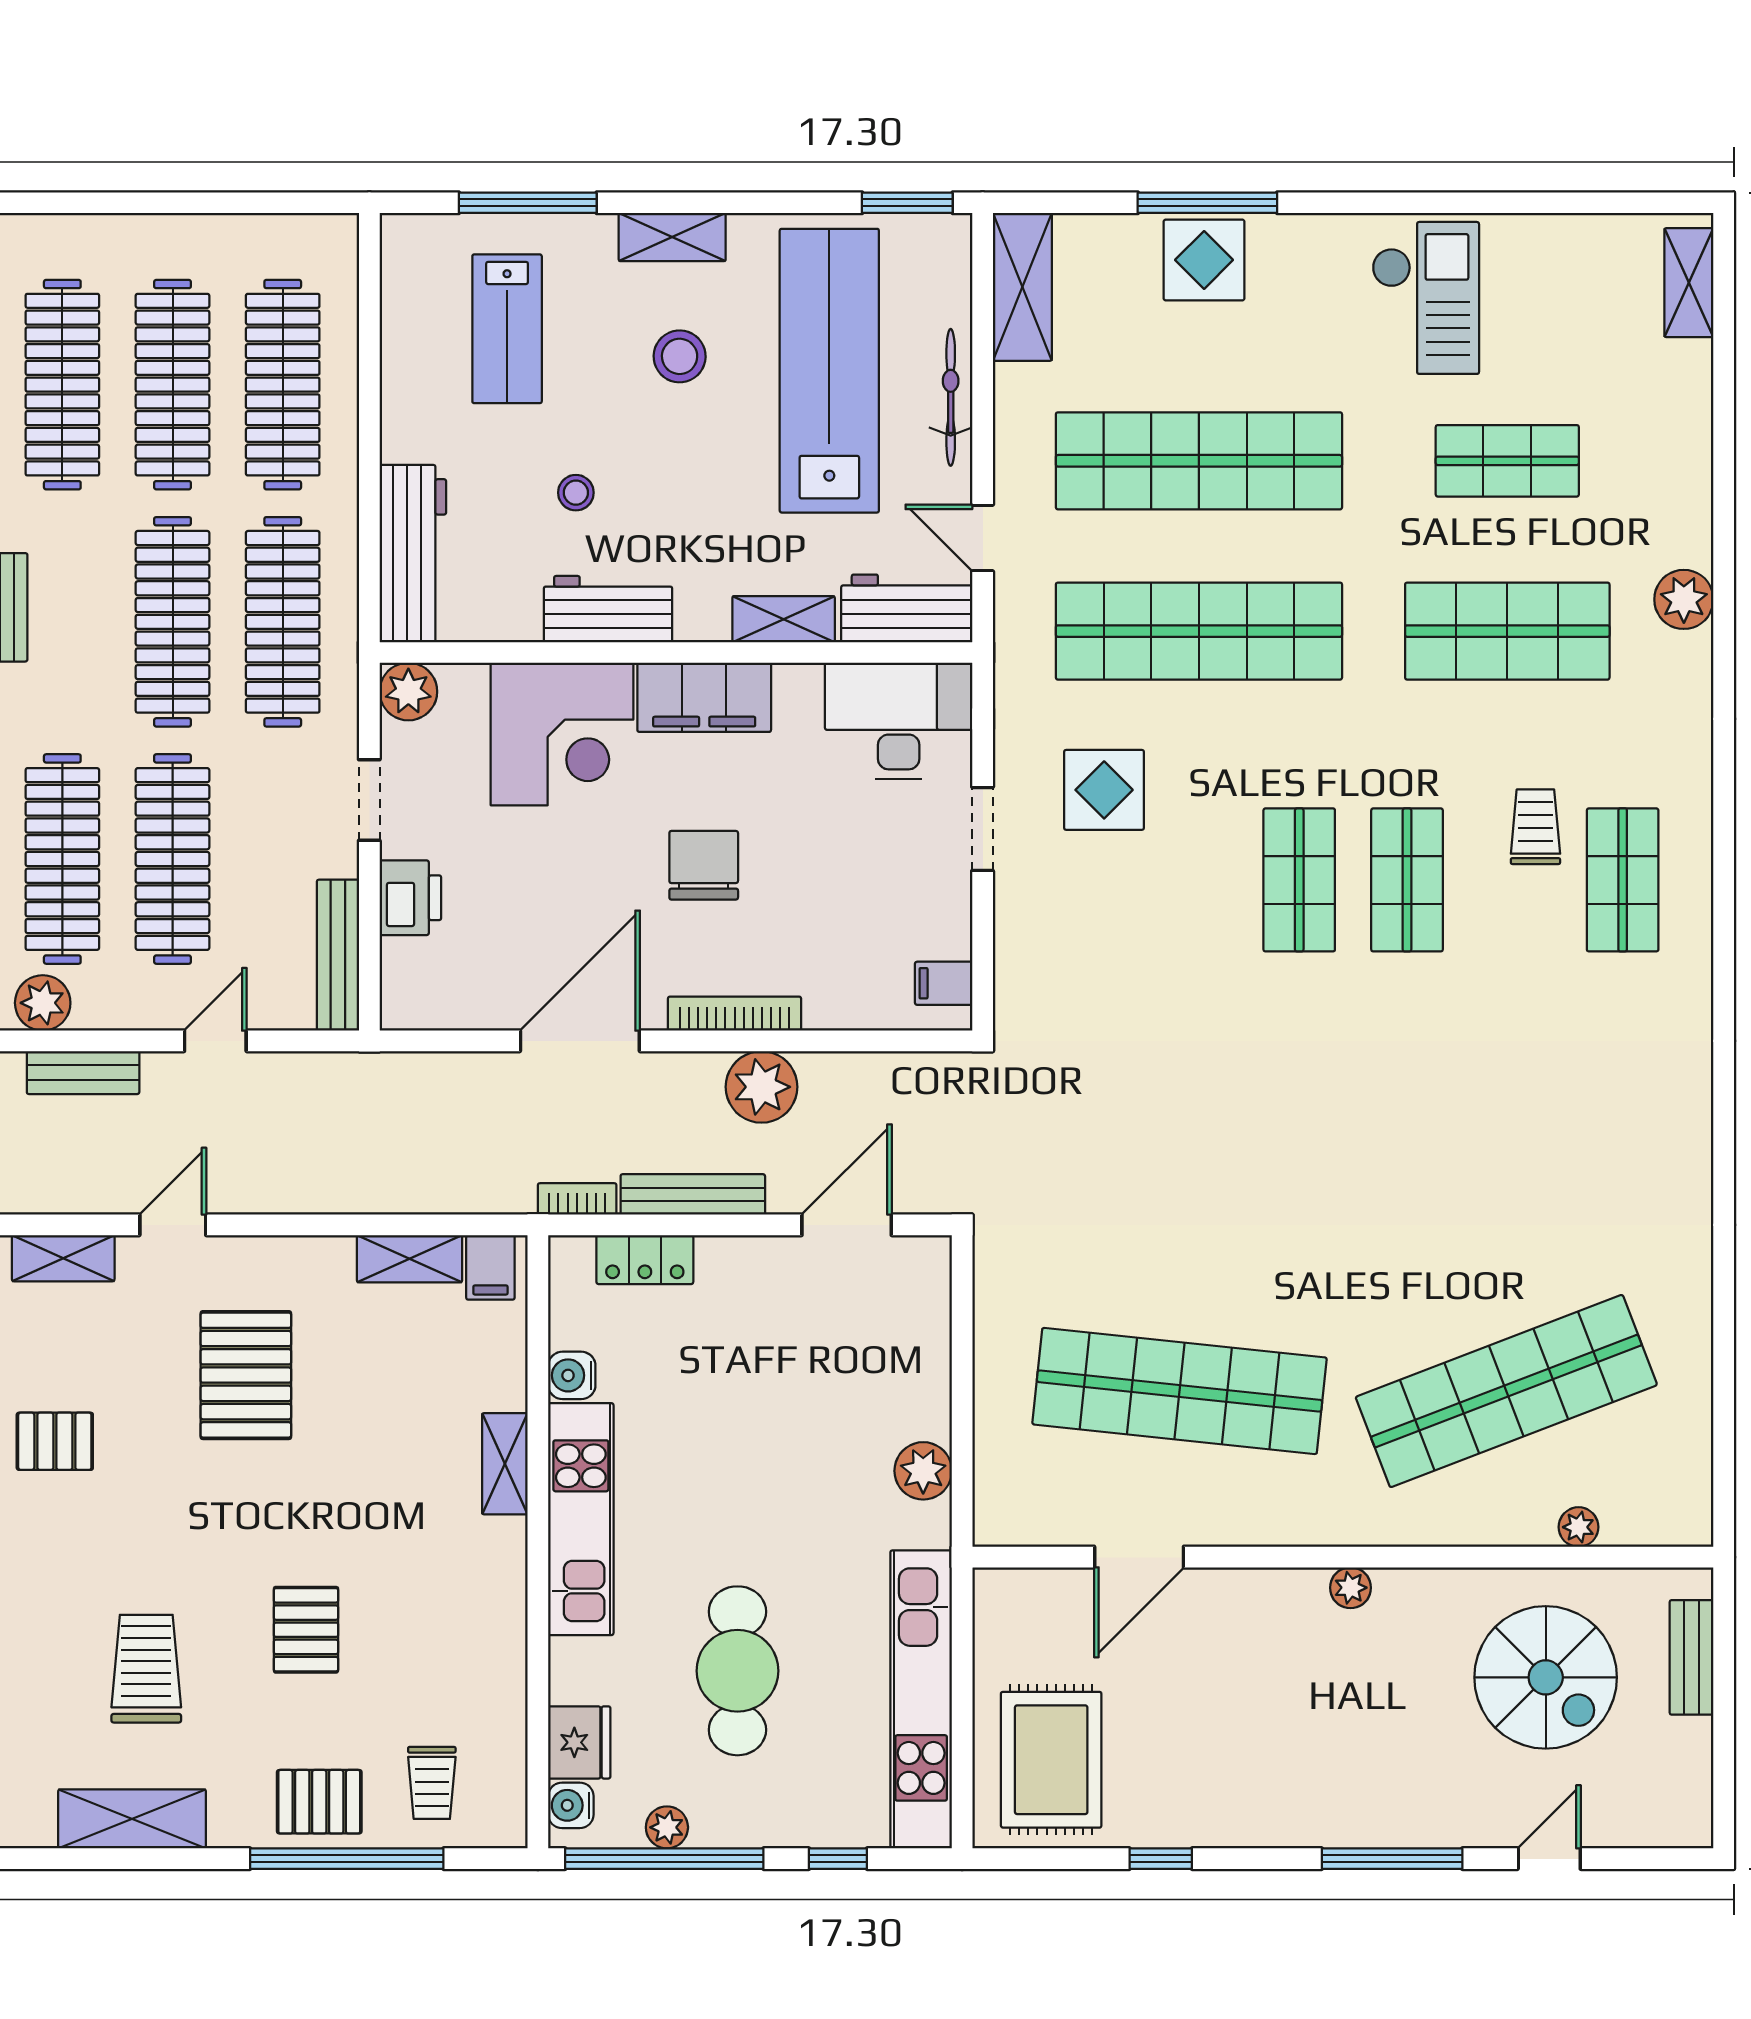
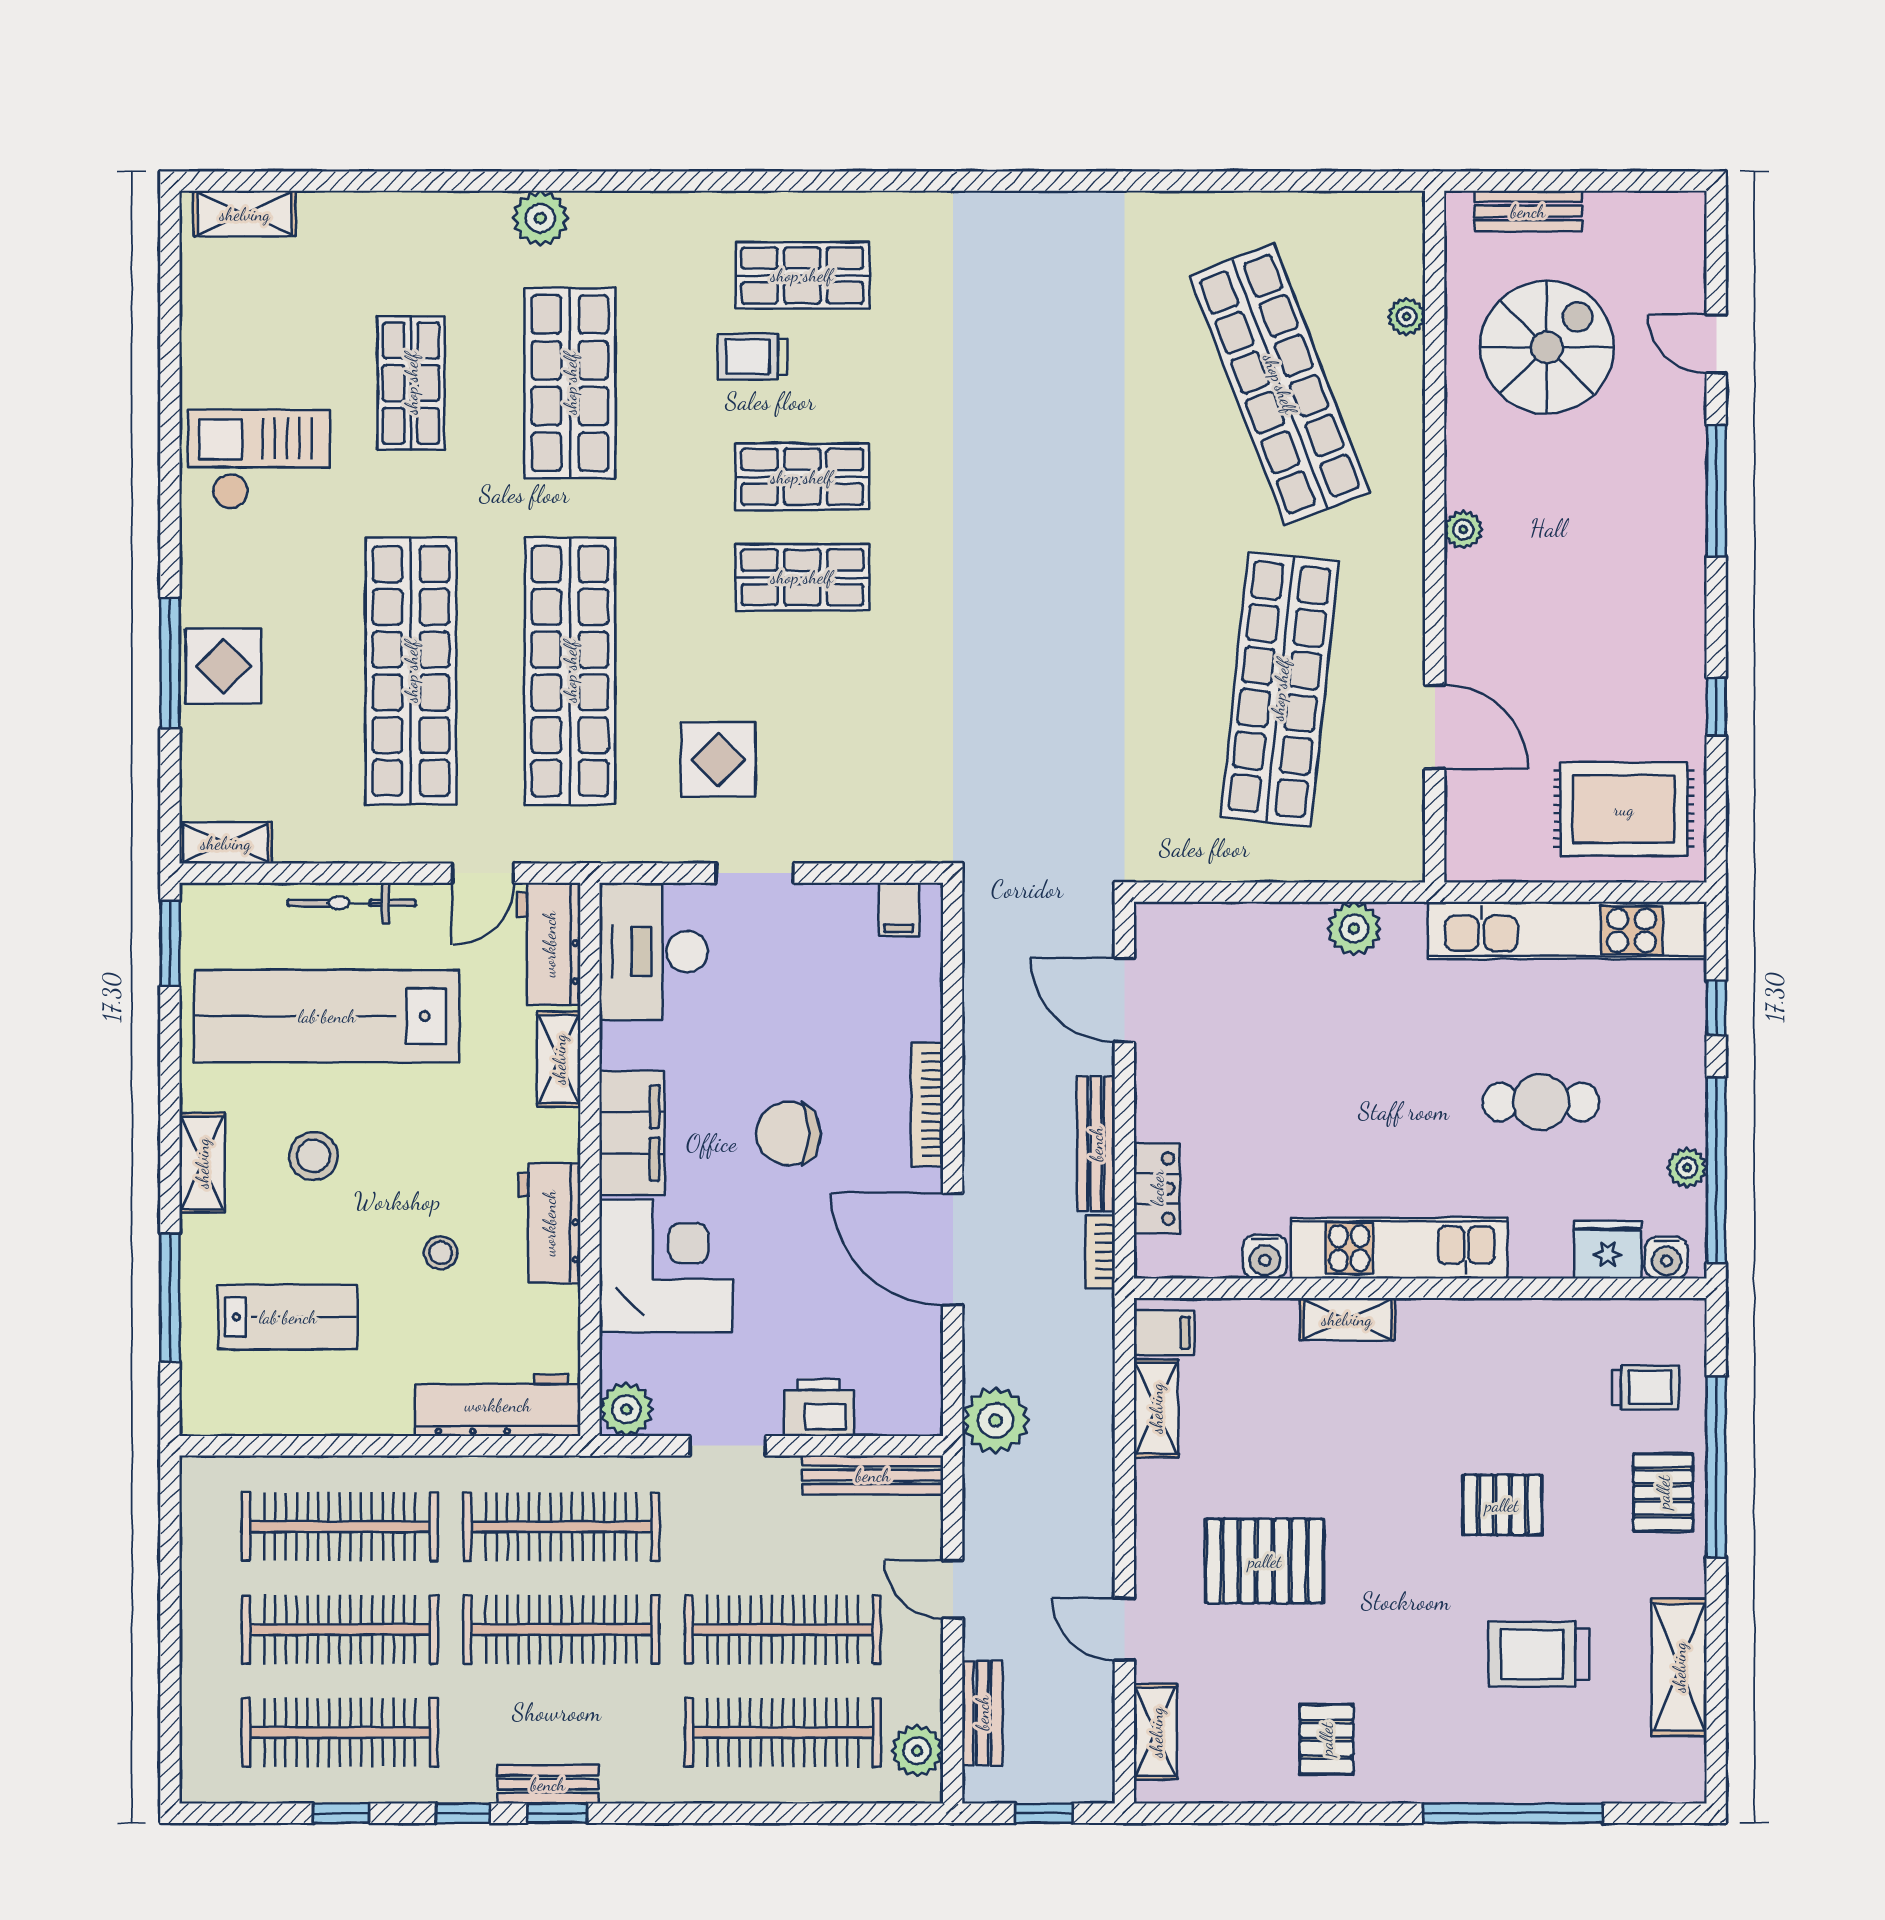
shelving: (1022, 287) -> (226, 843), width x0.67, depth x0.75
plant: (762, 1087) -> (996, 1420), moved
cafe table: (737, 1671) -> (1541, 1102), width x0.73, depth x0.74

